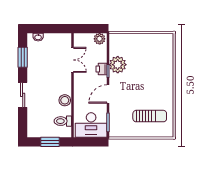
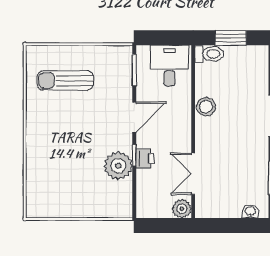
plant: (100, 39) -> (182, 209), moved
toilet: (63, 121) -> (209, 54), moved
desk: (91, 125) -> (169, 66), width x0.73

